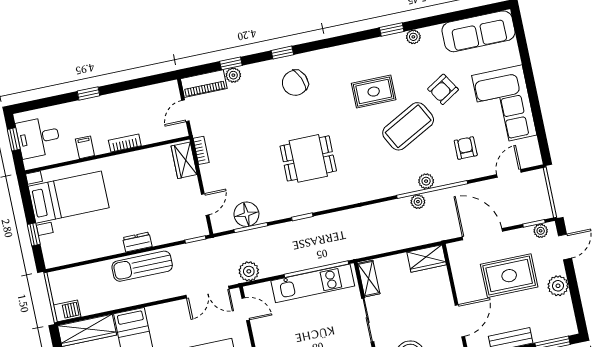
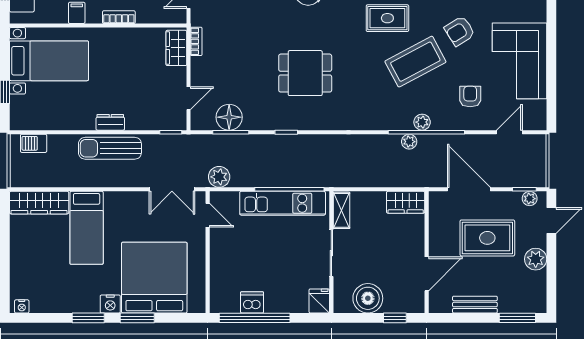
barbecue: (67, 311) -> (34, 143), moved, turned 180

